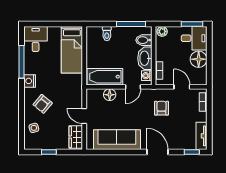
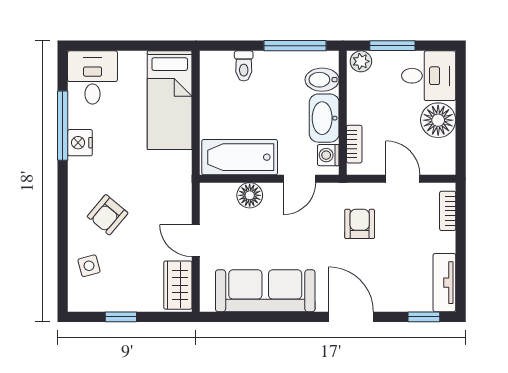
window: (192, 24) -> (392, 46), moved
nightstand: (30, 81) -> (80, 143), moved

